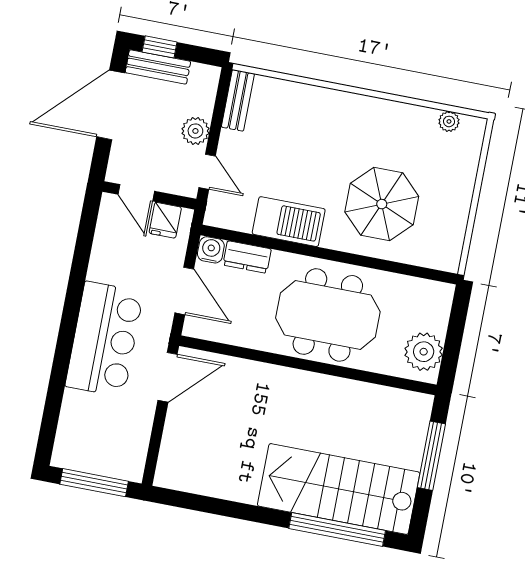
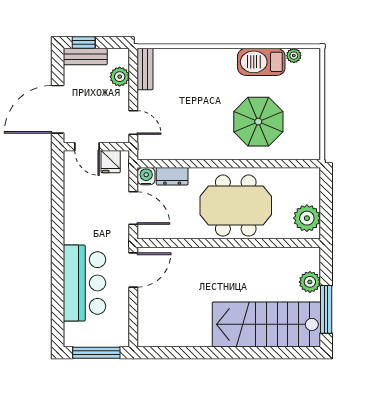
door: (111, 105) -> (58, 109), moved
plant: (195, 131) -> (120, 77), moved
barbecue: (289, 222) -> (261, 62), moved, turned 180
bar counter: (104, 339) -> (84, 283), moved
plant: (411, 441) -> (310, 282), added
window: (431, 456) -> (326, 309), moved
window: (337, 529) -> (271, 353), removed

